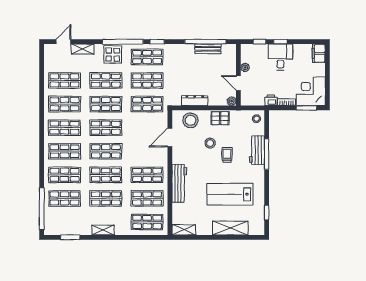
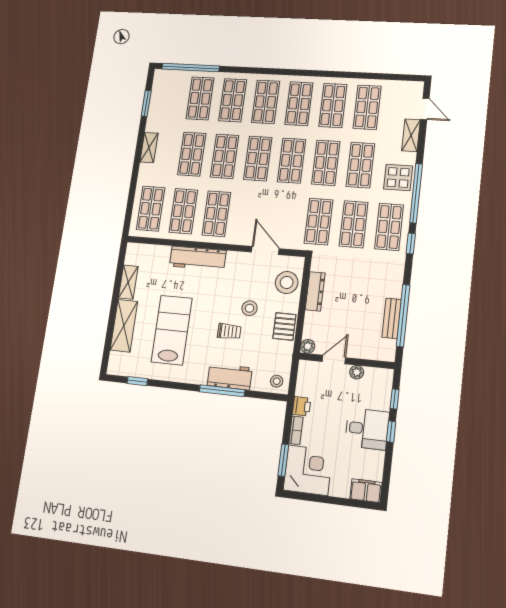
shelving: (184, 230) -> (128, 282), moved

